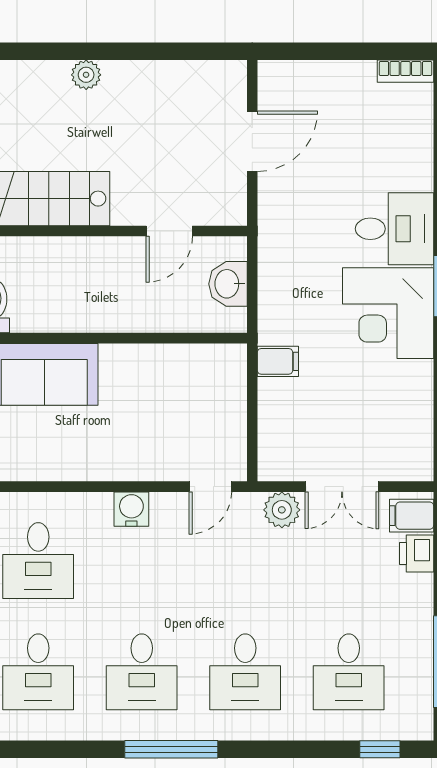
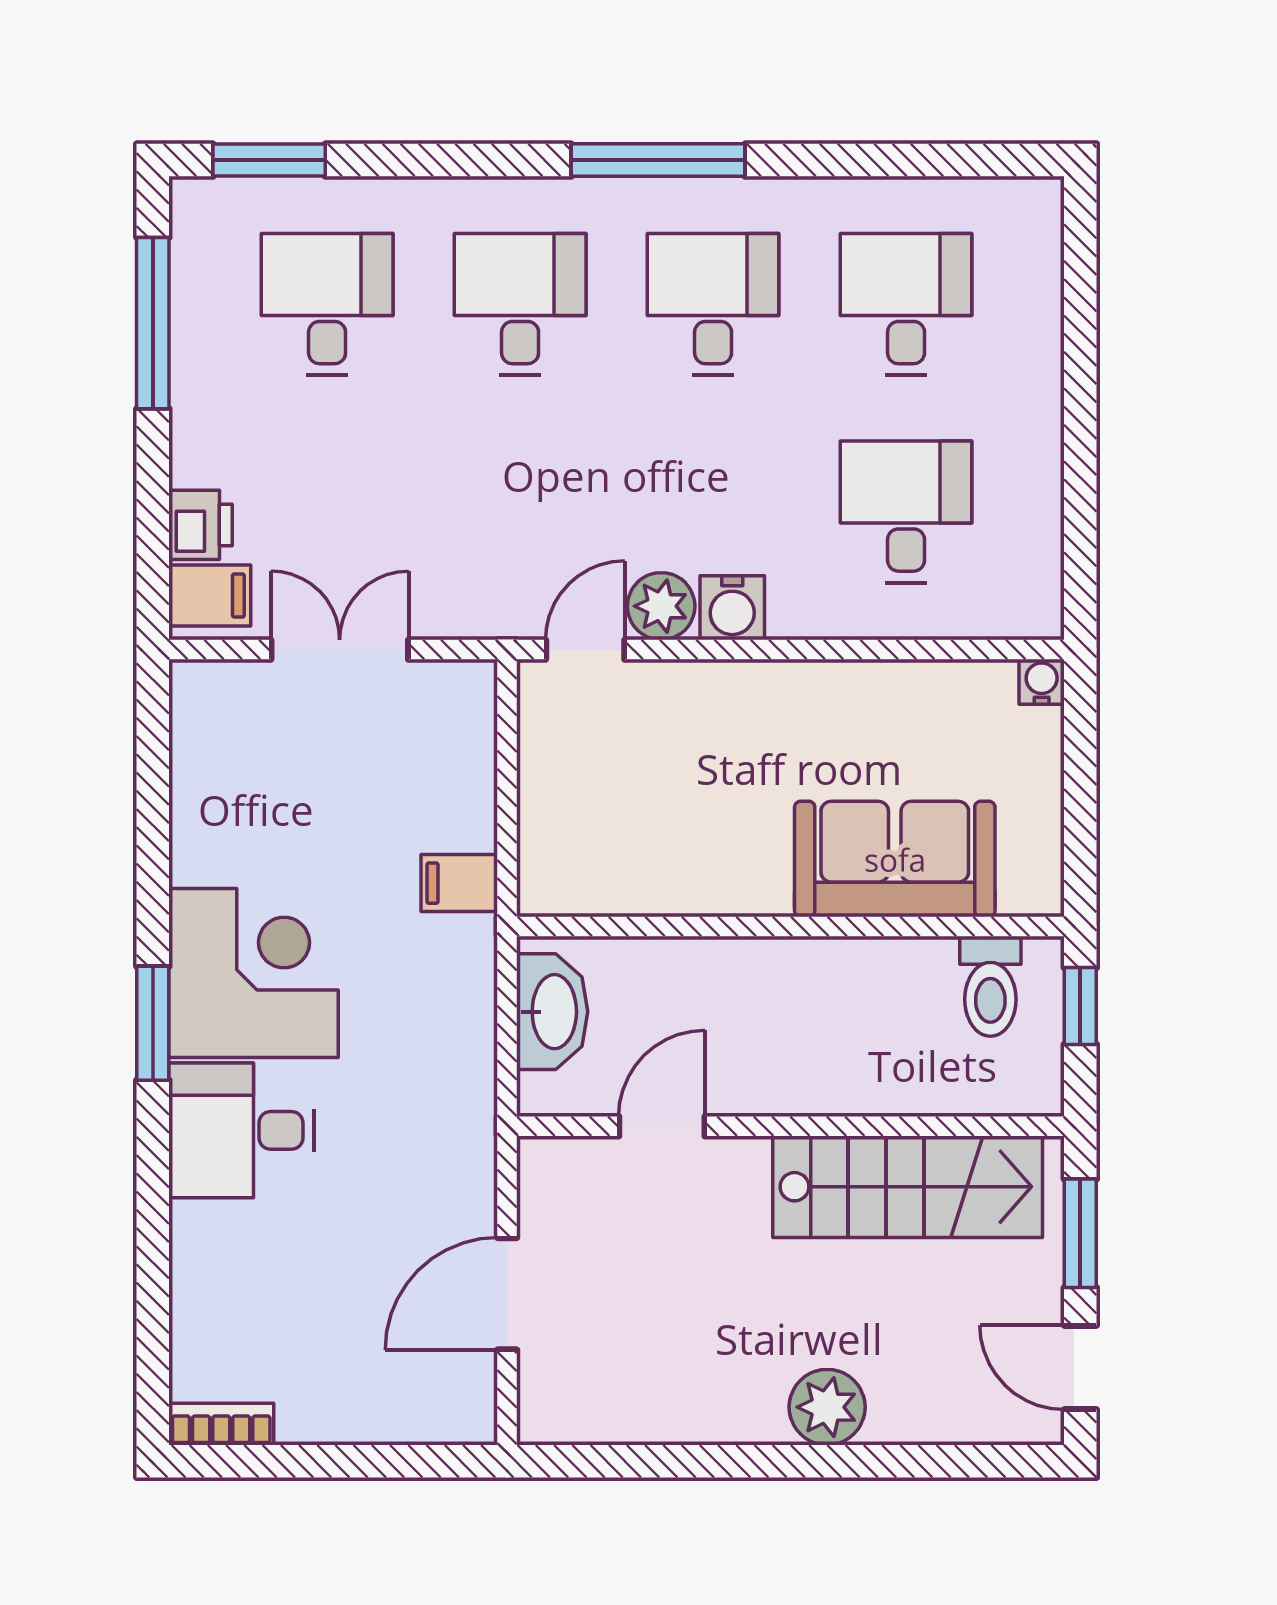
plant: (86, 75) -> (827, 1407), width x1.38, depth x1.38
washbasin: (228, 284) -> (552, 1012), width x1.38
plant: (282, 510) -> (661, 606), moved
window: (380, 749) -> (269, 160), width x1.50

